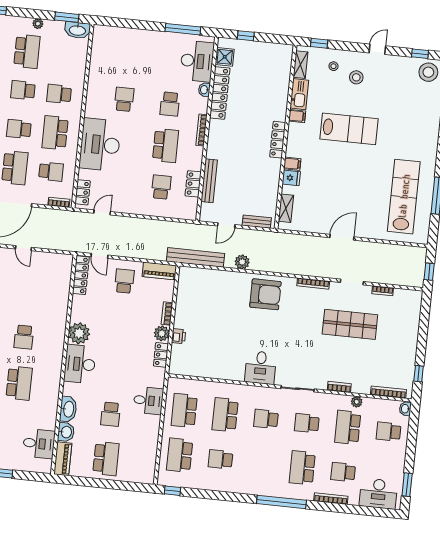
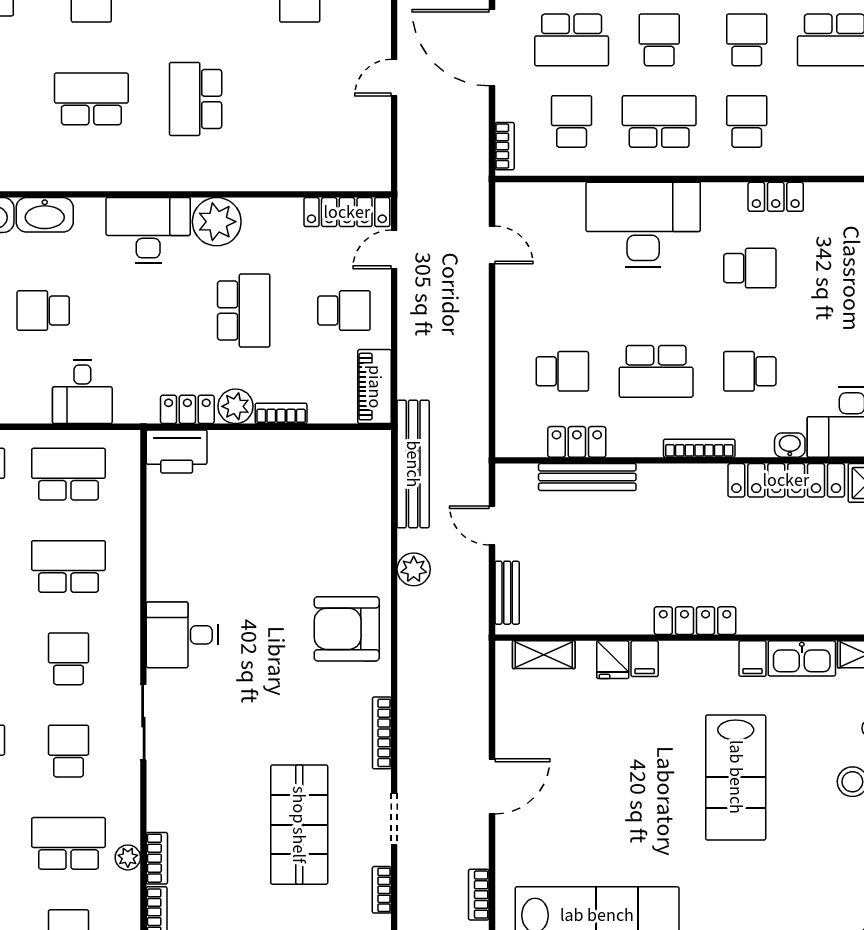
school desk: (51, 172) -> (572, 122), turned 180
locker: (83, 192) -> (776, 197), moved
door: (342, 237) -> (492, 786), hinge flipped
bookcase: (389, 248) -> (479, 895), added
armchair: (265, 294) -> (347, 629), turned 90
school desk: (120, 325) -> (244, 311), added
printer: (179, 336) -> (177, 451), moved, width x1.87, depth x1.48
school desk: (24, 337) -> (196, 99), width x1.85
school desk: (19, 383) -> (91, 99), turned 180
bookcase: (339, 387) -> (157, 858), moved

